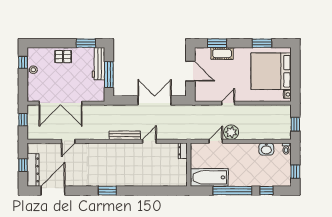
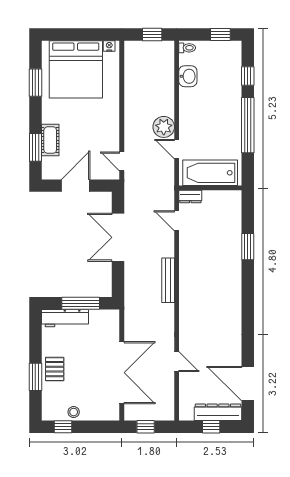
window: (86, 43) -> (35, 377), moved
door: (228, 103) -> (122, 161), moved
door: (149, 141) -> (177, 221), moved
bathtub: (209, 177) -> (210, 173), moved, turned 90
window: (107, 191) -> (248, 247), moved

